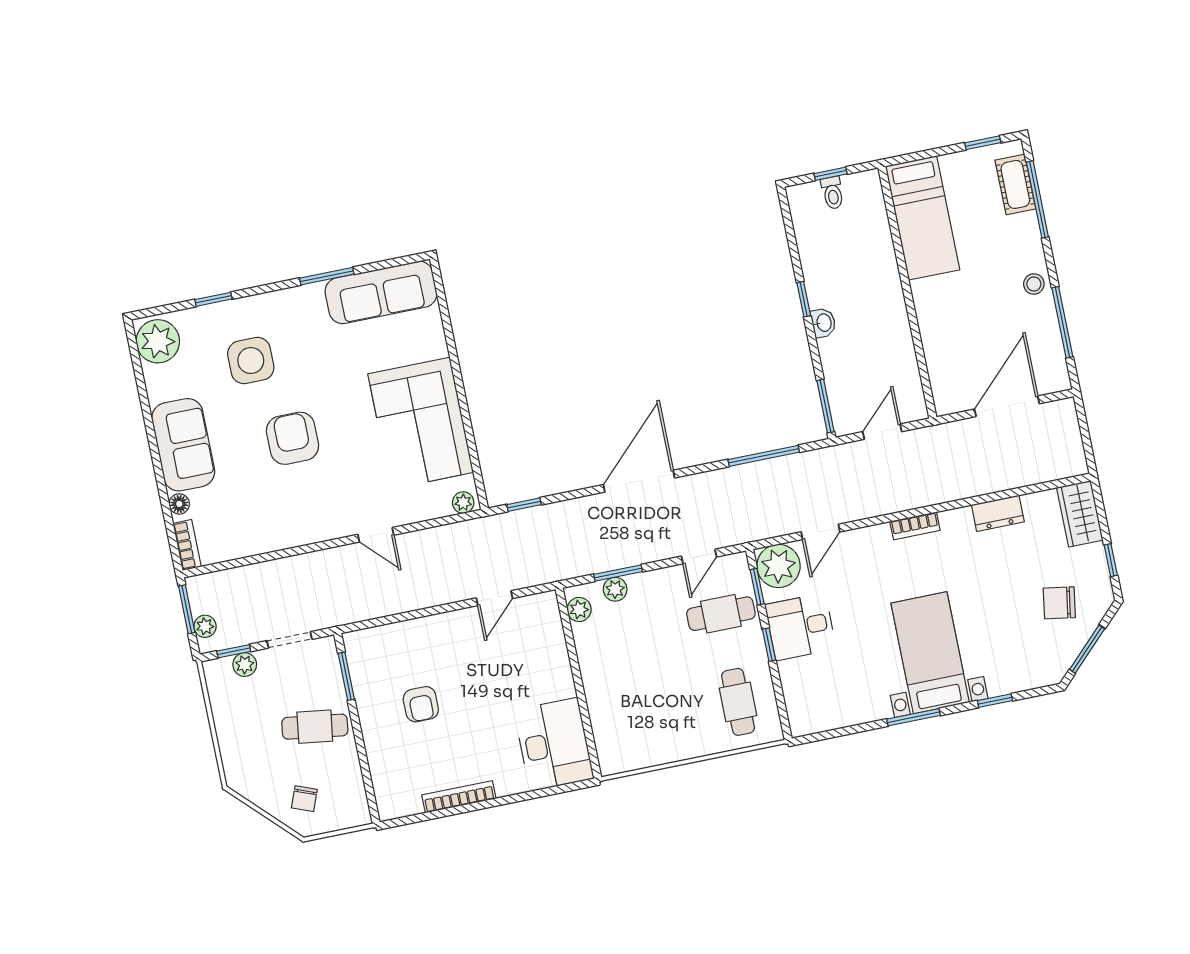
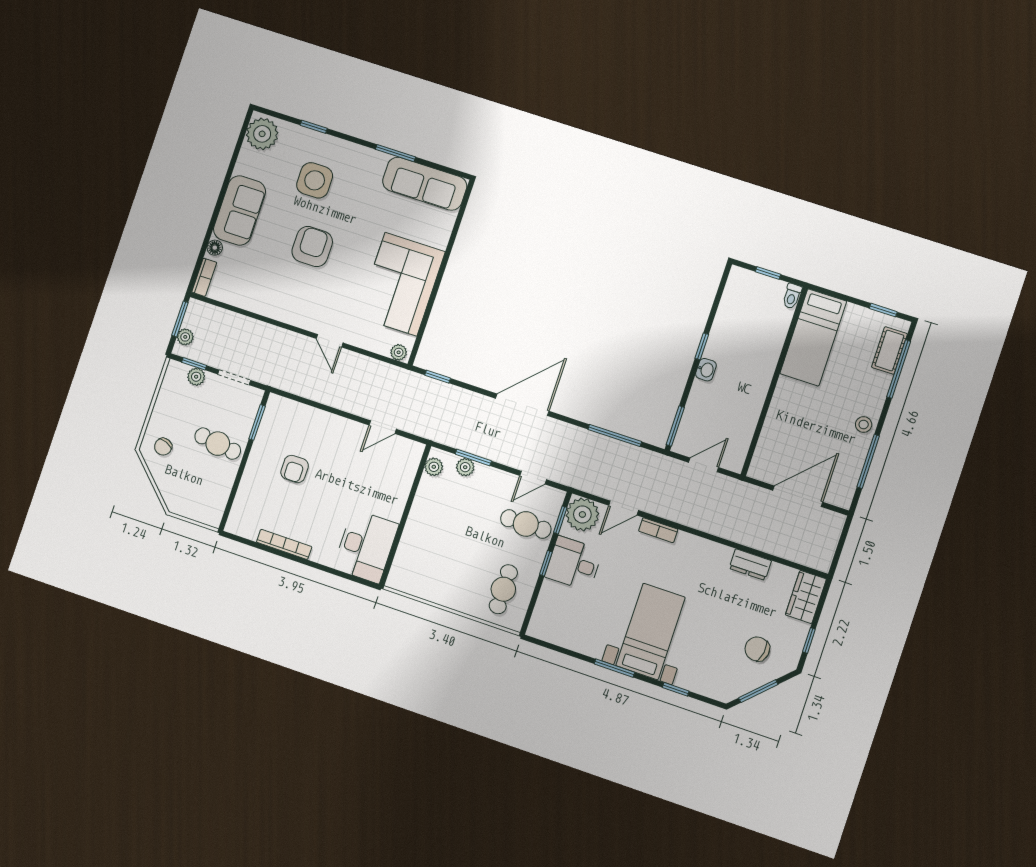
toilet: (832, 193) -> (792, 296), moved
bookcase: (915, 526) -> (658, 530), moved
chair: (304, 799) -> (163, 447), moved

